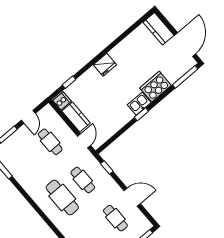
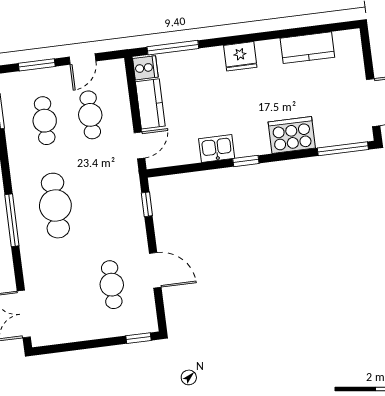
kitchen counter: (158, 29) -> (307, 48), moved, turned -90
window: (69, 82) -> (173, 48), width x2.17
kitchen sink: (139, 104) -> (217, 148), moved
cafe table: (83, 180) -> (45, 121), moved
window: (46, 219) -> (12, 220), added

